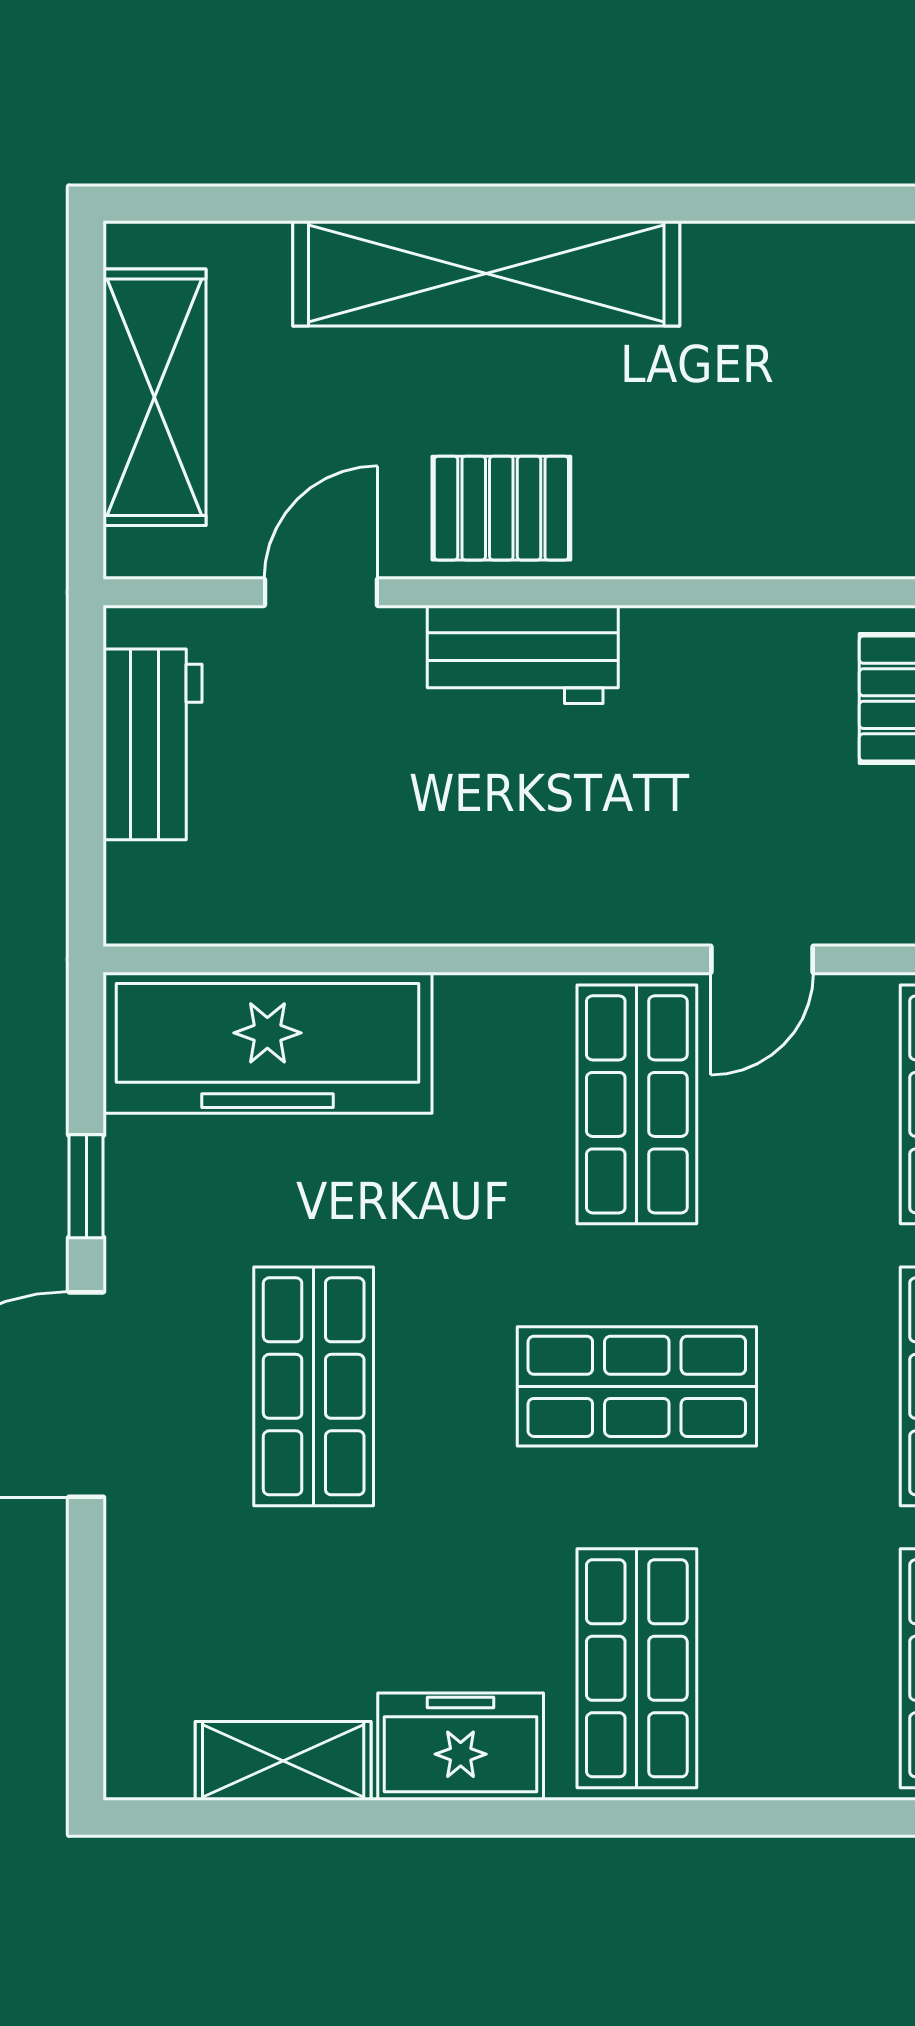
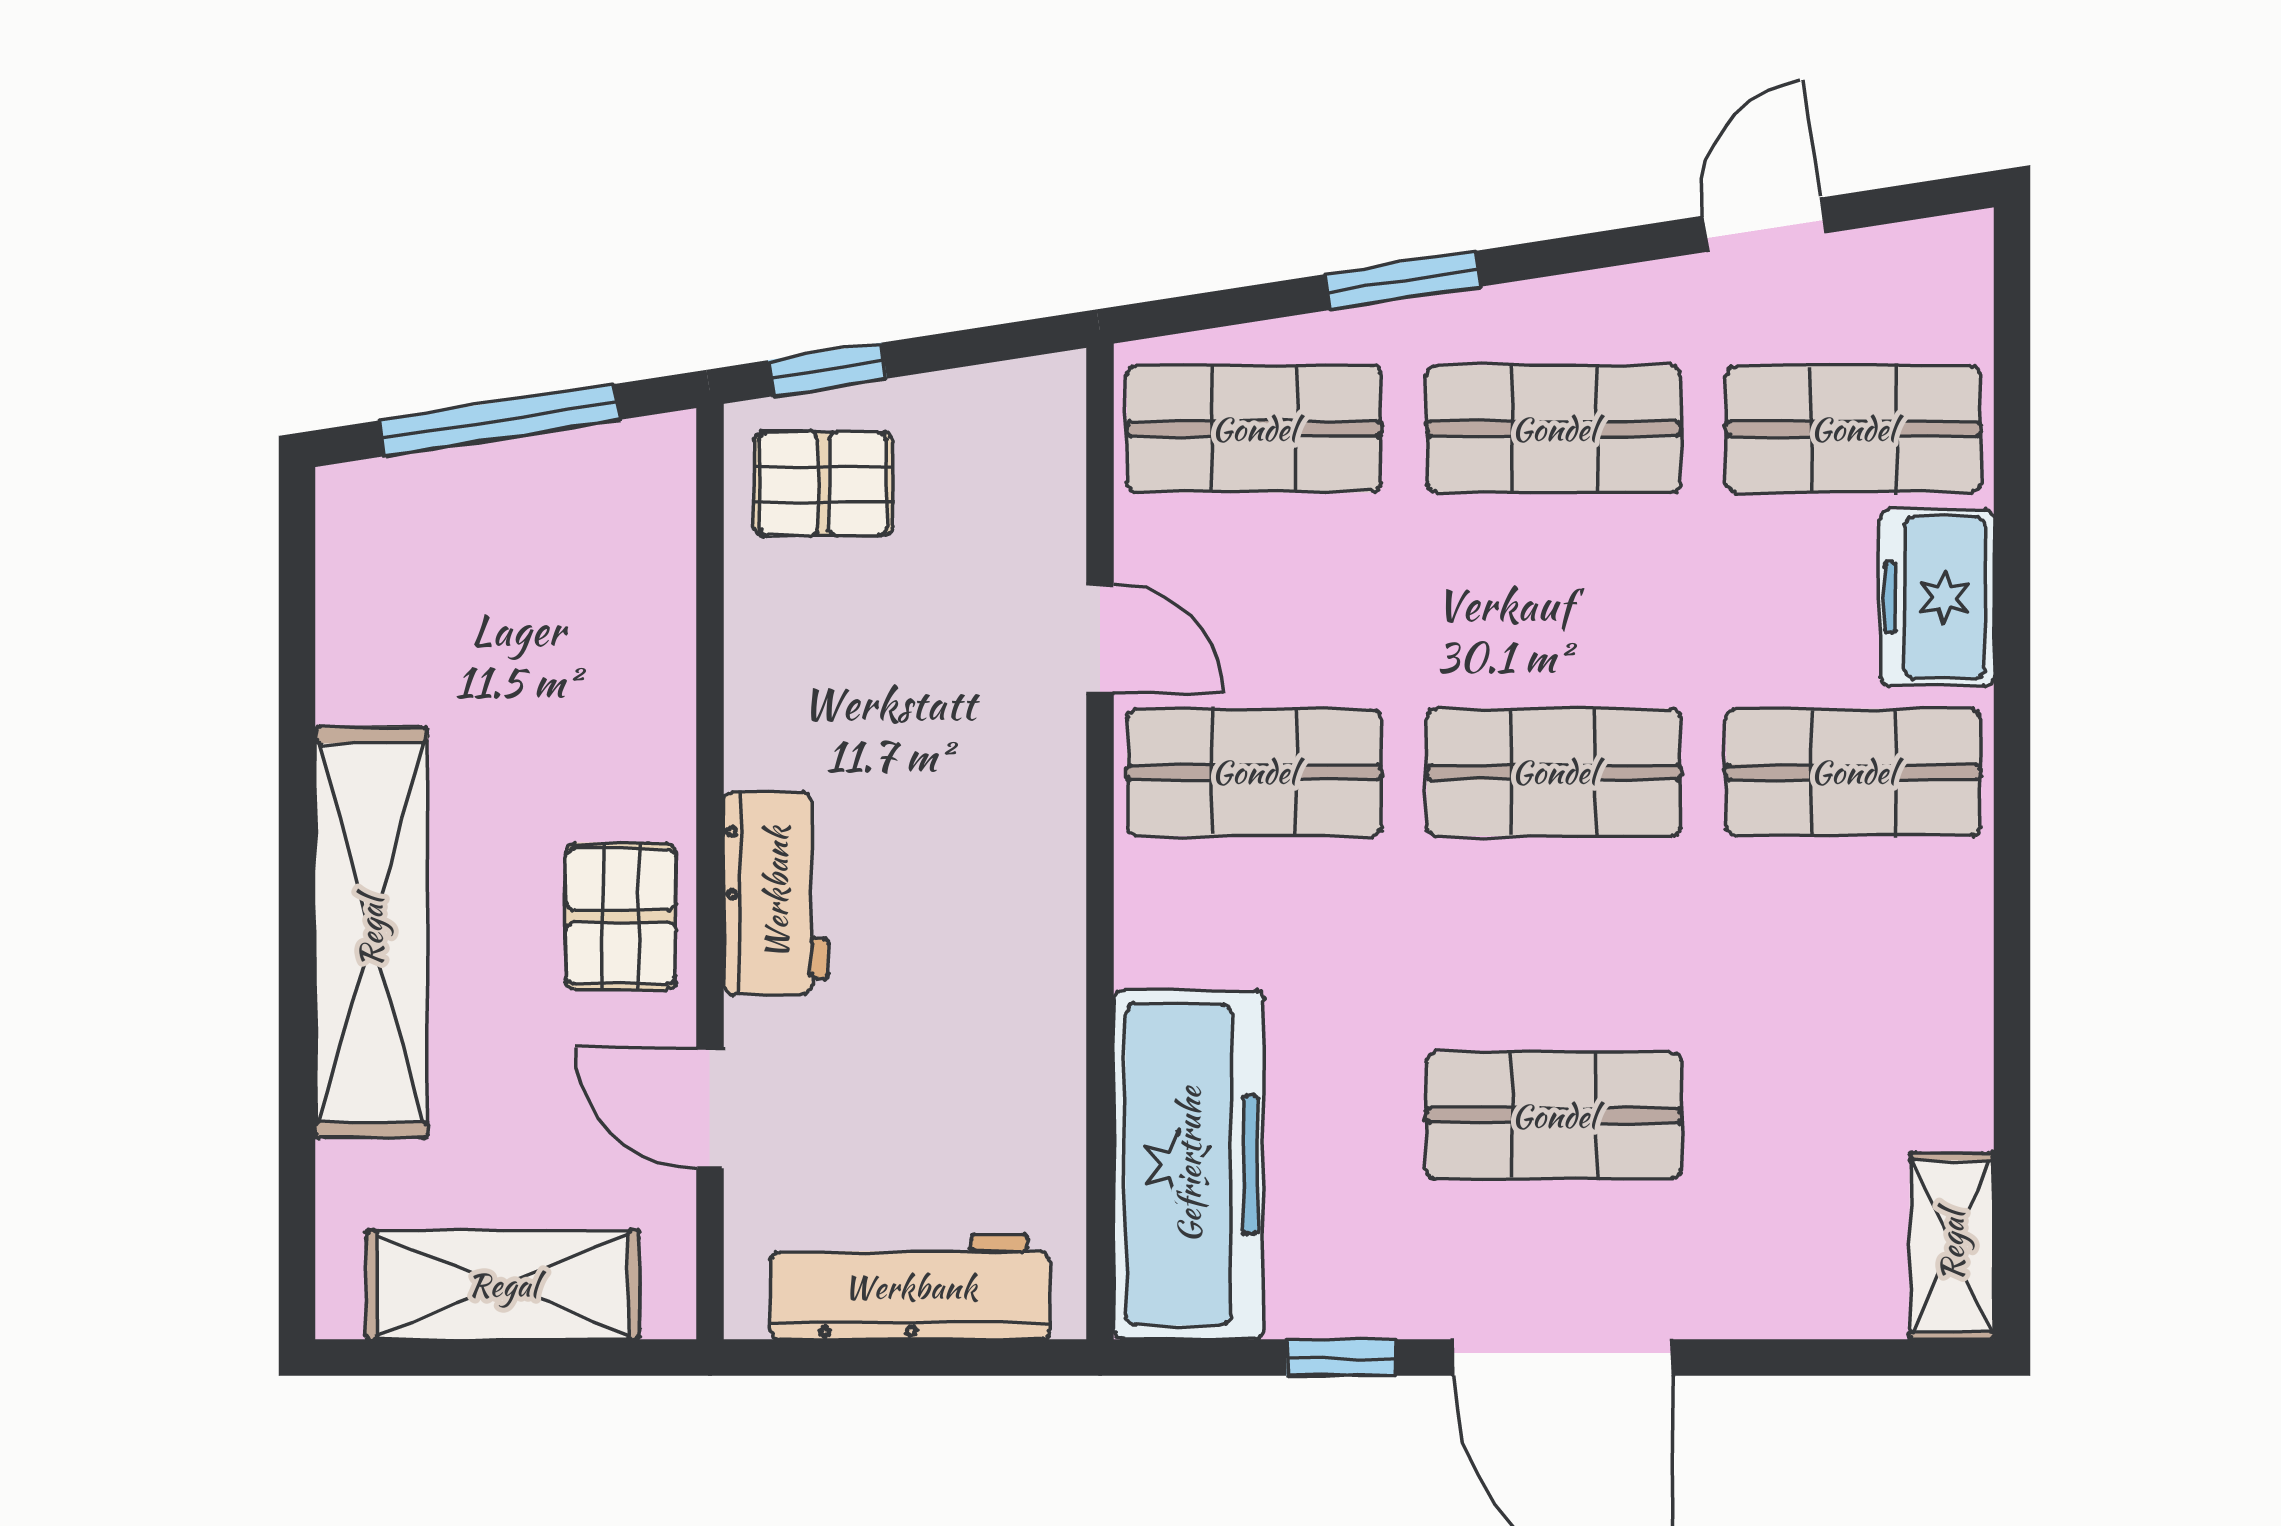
workbench: (152, 744) -> (910, 1287), width x1.38
shop shelf: (637, 1386) -> (1554, 772), turned 90
freezer: (461, 1747) -> (1937, 598), moved
shelving: (283, 1761) -> (1952, 1246), moved

